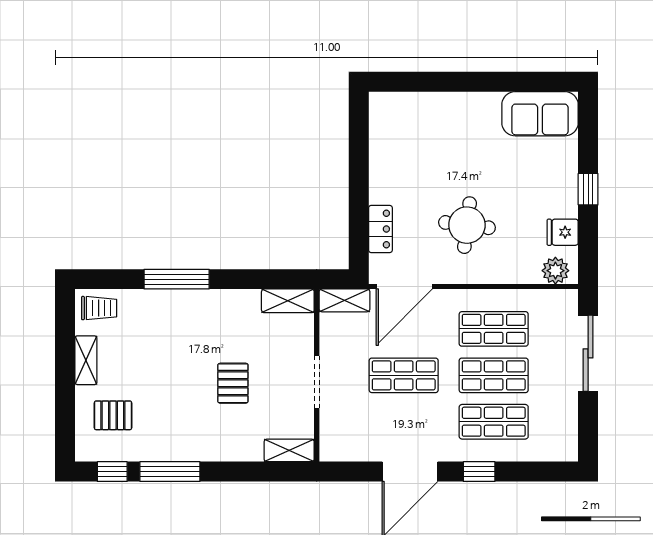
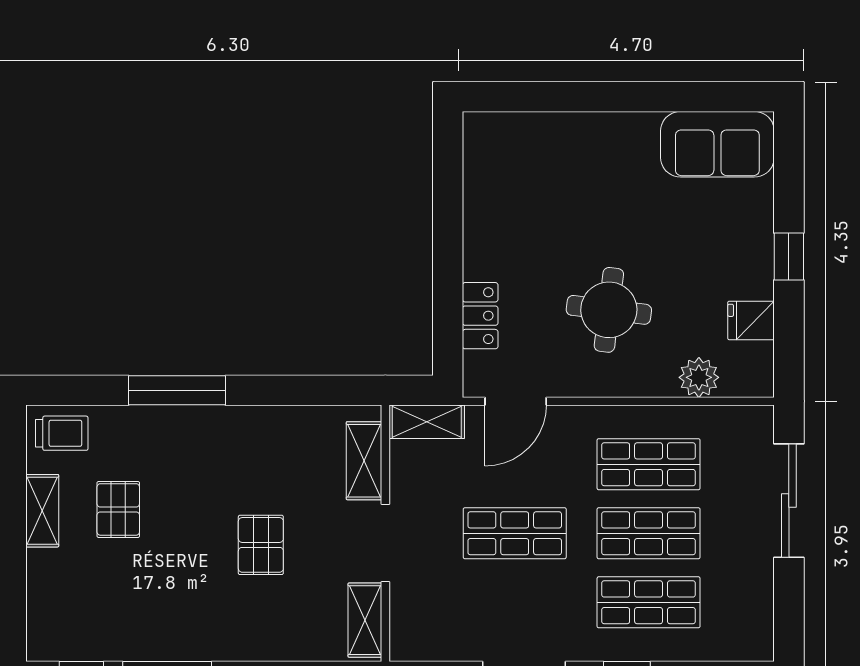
plant: (555, 271) -> (699, 377), moved
door: (404, 287) -> (516, 401), width x0.73
shelving: (288, 301) -> (364, 461), moved, turned 90
pallet: (113, 415) -> (118, 509), moved, turned 90
shelving: (289, 450) -> (365, 620), moved, turned 90

